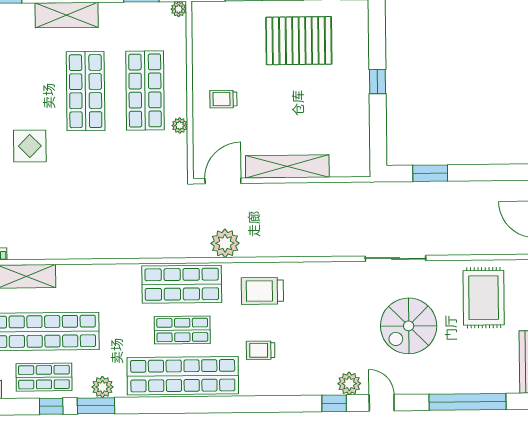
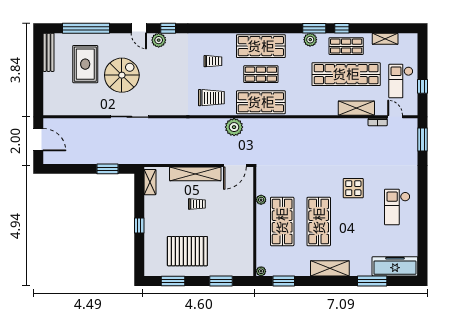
trolley: (223, 99) -> (197, 204), moved
shelving: (361, 152) -> (150, 182), added
rug: (484, 298) -> (85, 64), moved
shop shelf: (183, 376) -> (261, 46), width x0.71

